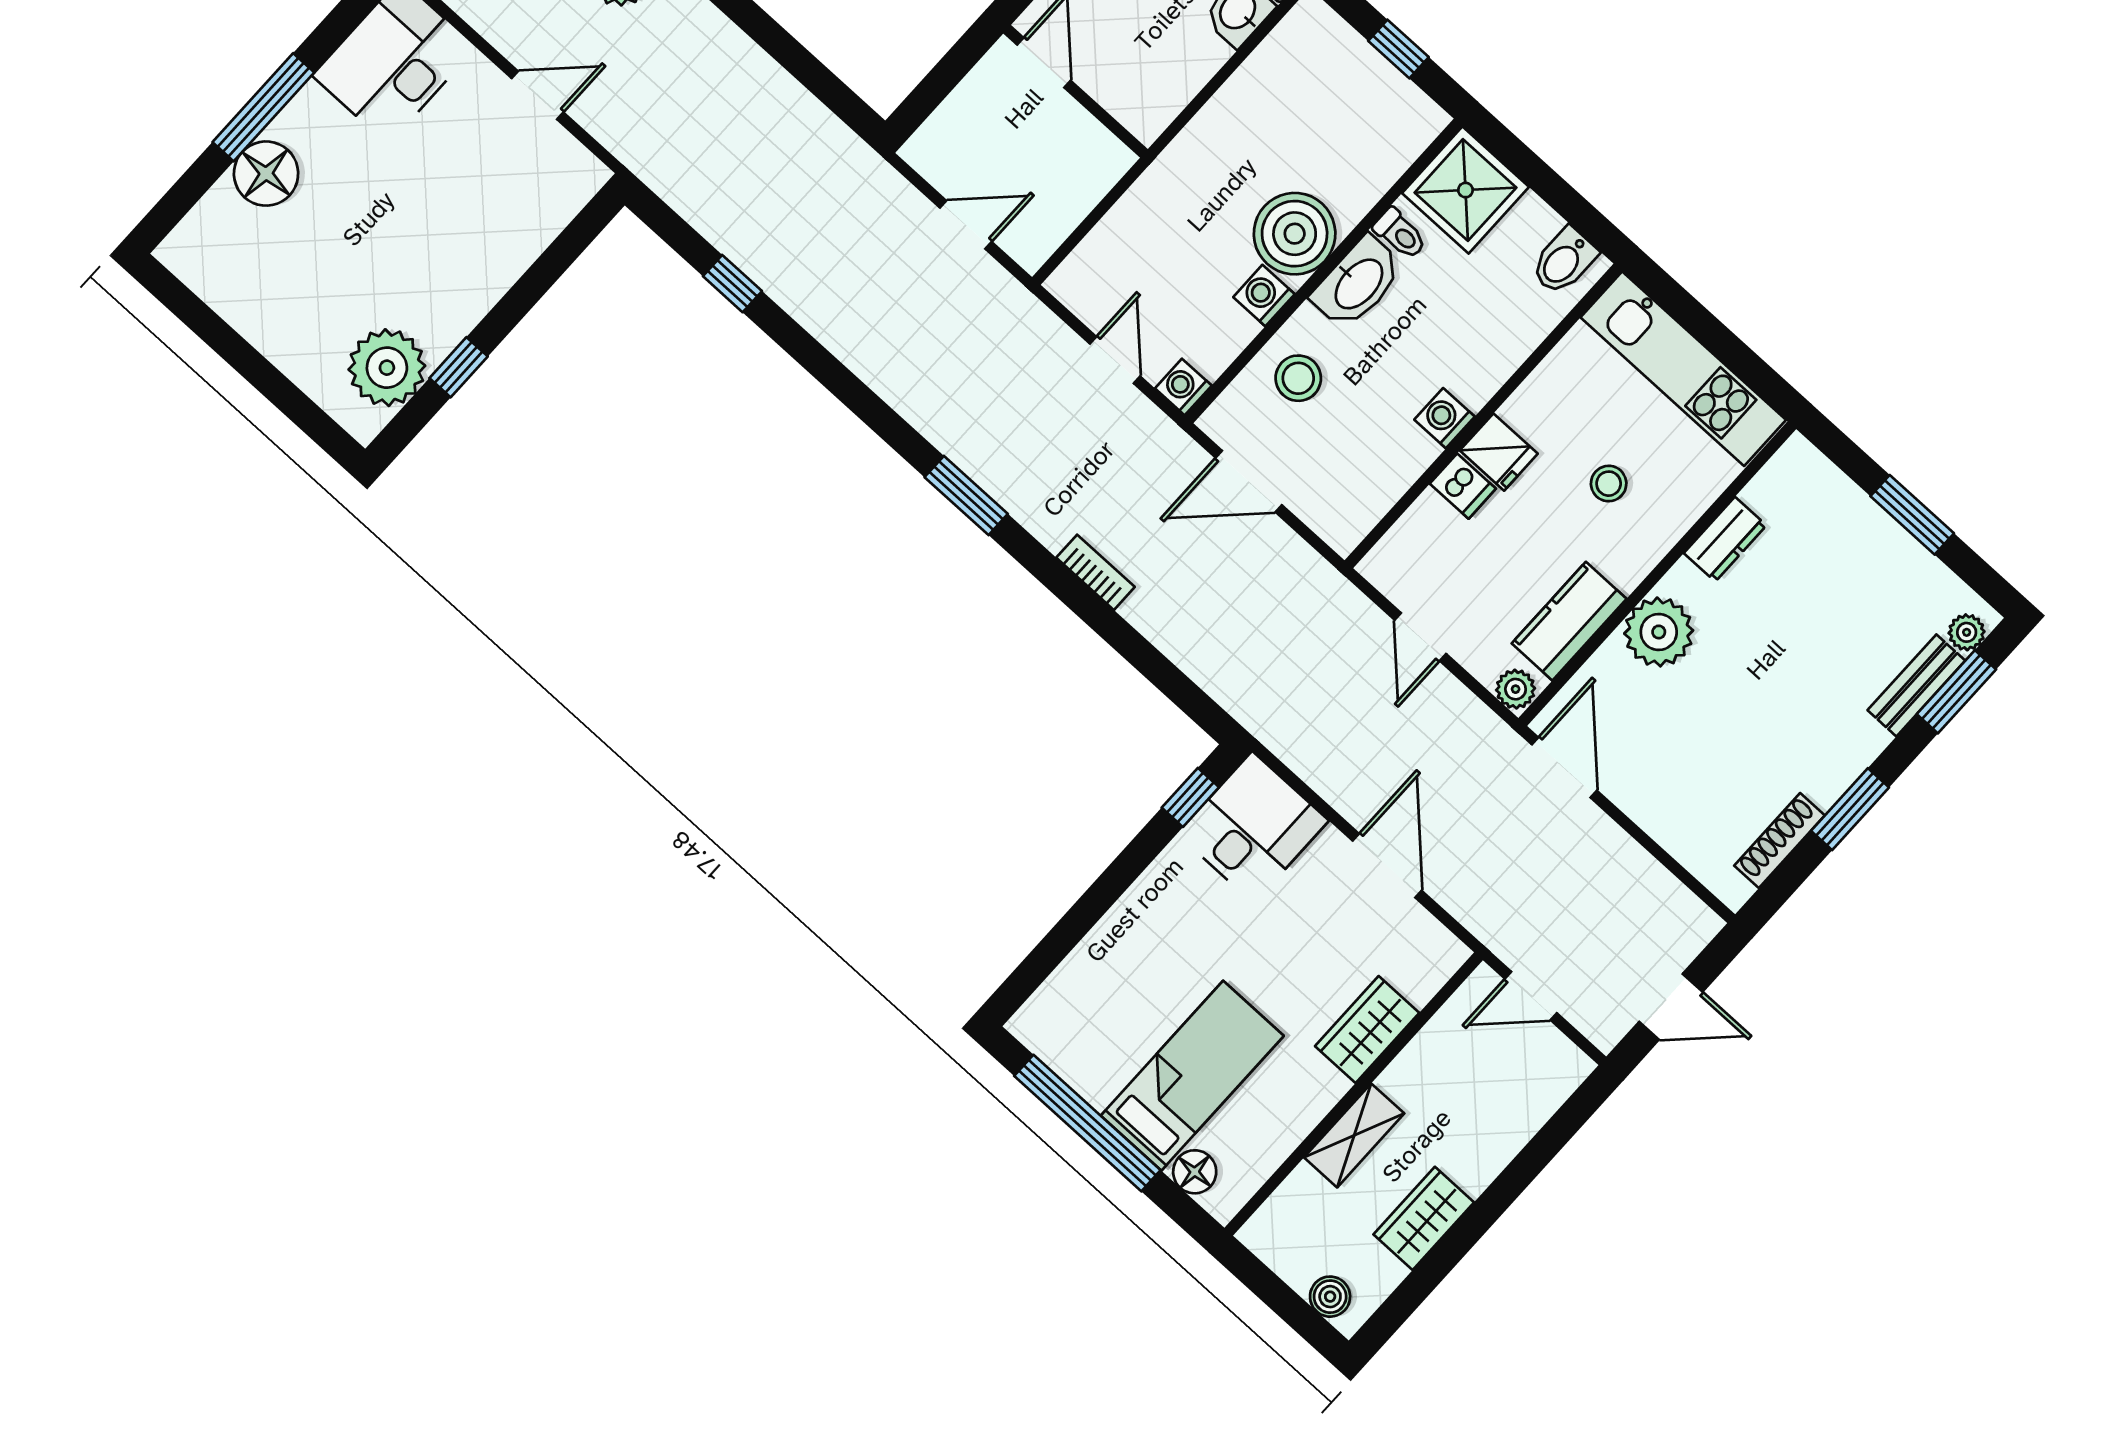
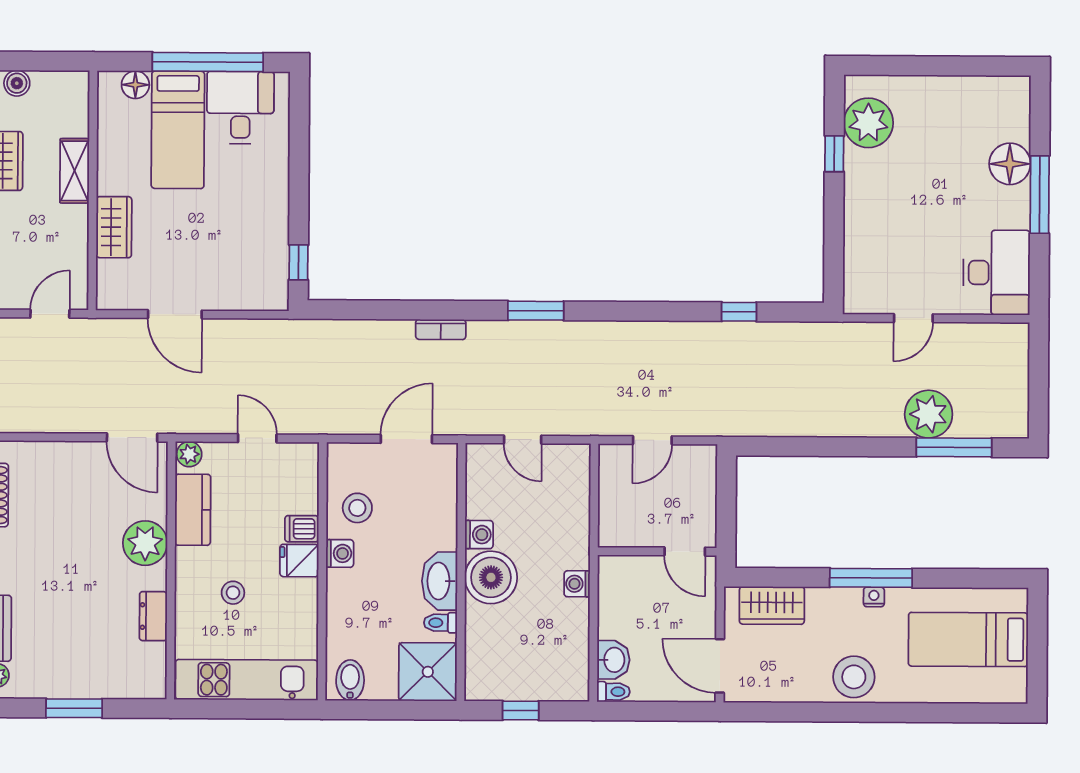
stool: (1298, 378) -> (357, 508), moved
washing machine: (1183, 387) -> (577, 584), moved, turned 180
desk: (1253, 827) -> (240, 108), moved, turned 180

